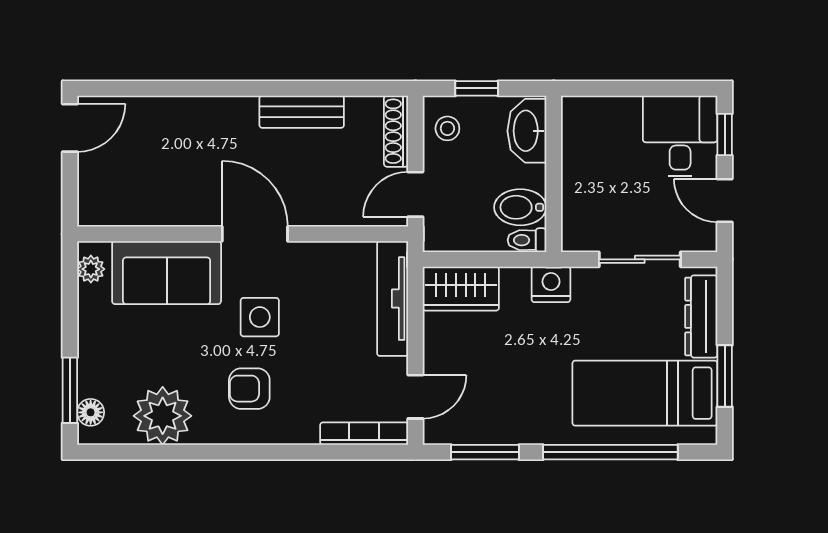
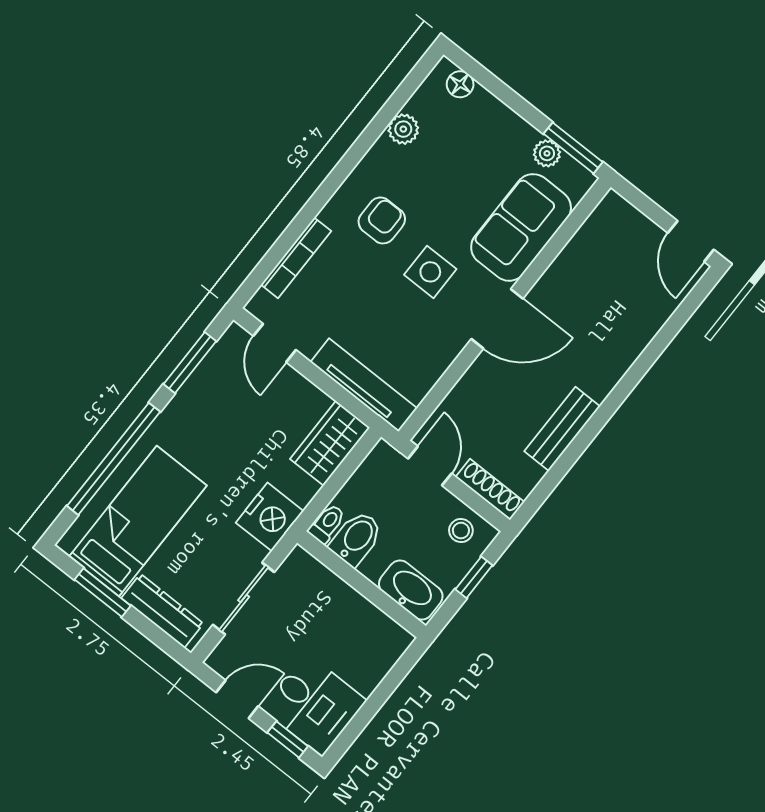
plant: (91, 269) -> (547, 153), moved
nightstand: (551, 284) -> (270, 517), width x1.36, depth x1.33
window: (70, 390) -> (573, 148), moved
plant: (163, 416) -> (403, 129), width x0.53, depth x0.53
bookcase: (364, 434) -> (296, 258), moved

